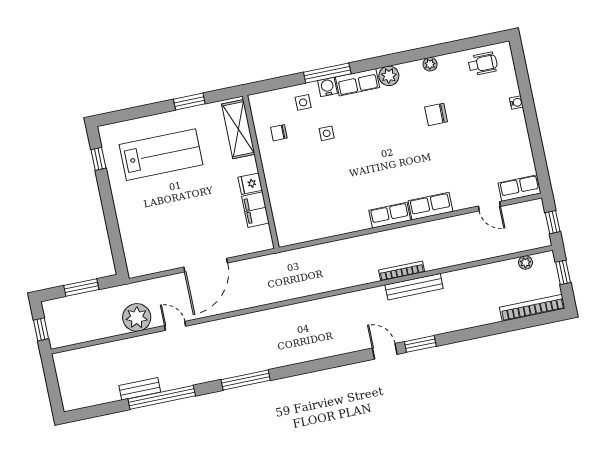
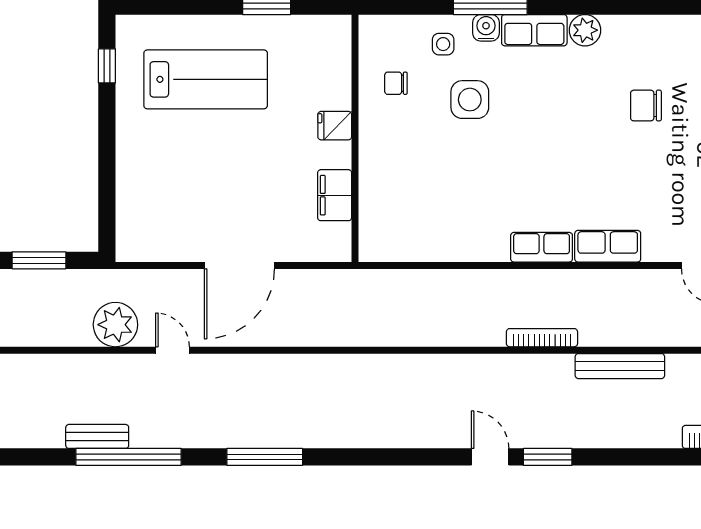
plant: (430, 64) -> (653, 25), removed
shelving: (238, 129) -> (334, 65), removed
side table: (327, 133) -> (470, 100), width x1.87, depth x1.87
fridge: (250, 184) -> (335, 126), moved
bench: (414, 287) -> (620, 366), moved

